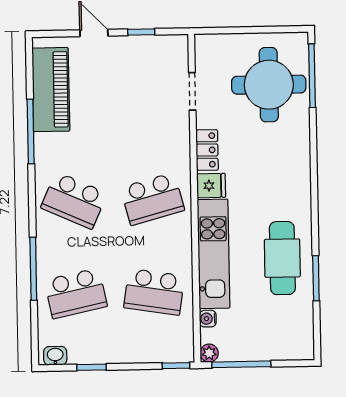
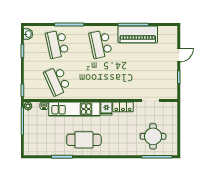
round table: (269, 85) -> (153, 136), width x0.73, depth x0.73
piano: (51, 90) -> (138, 34), moved
school desk: (152, 199) -> (101, 81), removed
school desk: (74, 200) -> (101, 44), turned -36
cafe table: (282, 258) -> (84, 140), moved
school desk: (154, 292) -> (57, 81), turned -33

